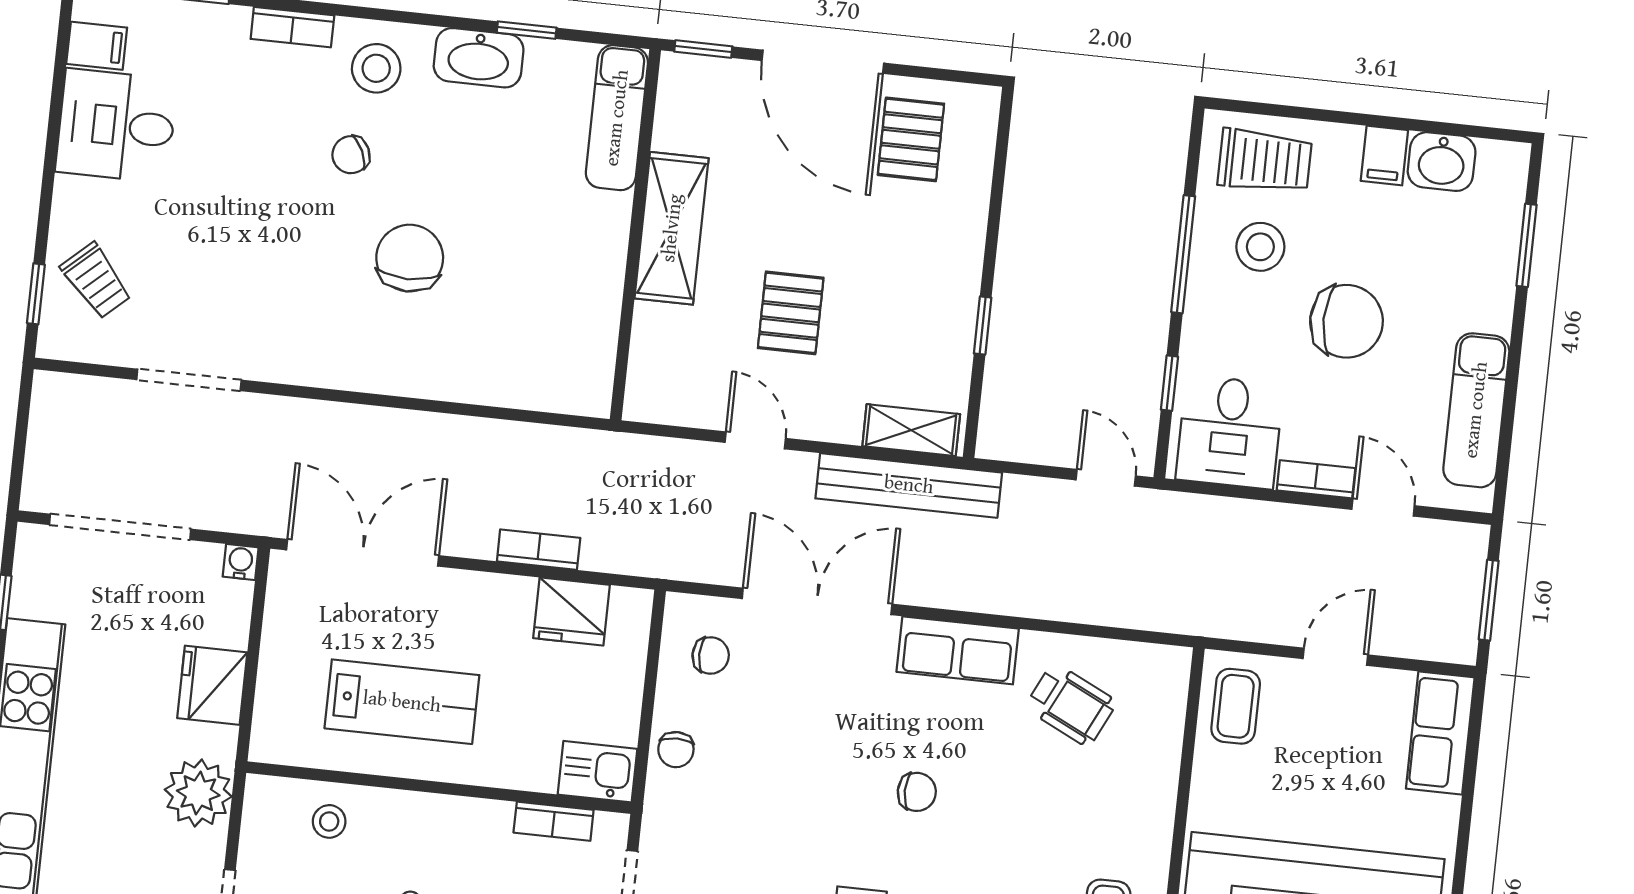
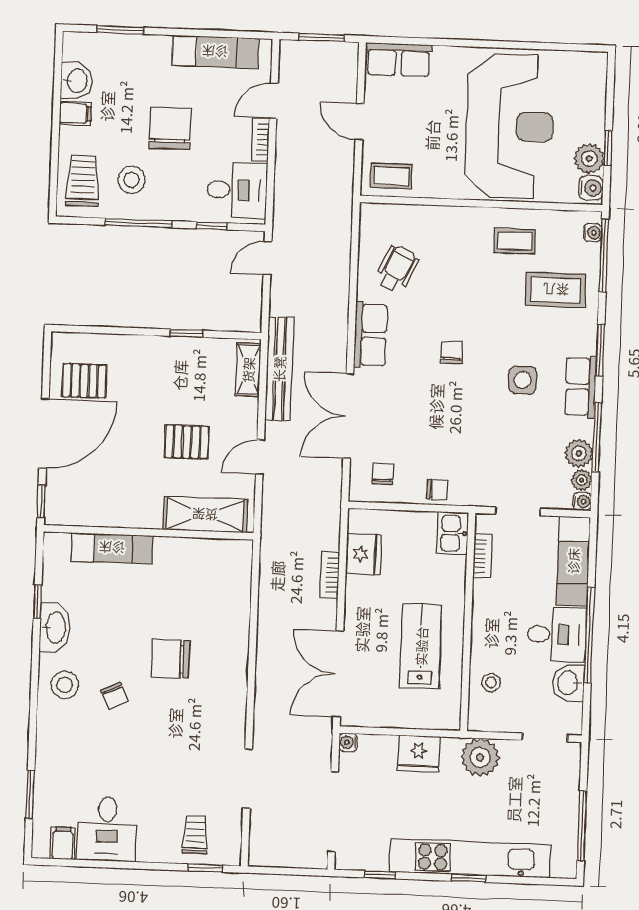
bookcase: (292, 27) -> (45, 734), removed
exam couch: (617, 118) -> (112, 548), moved
shelving: (672, 228) -> (205, 515), moved
trolley: (96, 281) -> (195, 835), turned -48

